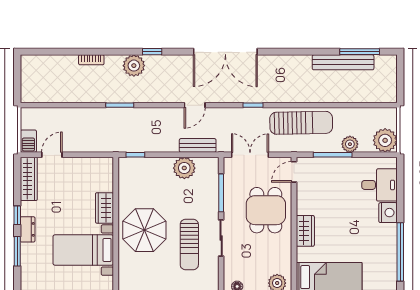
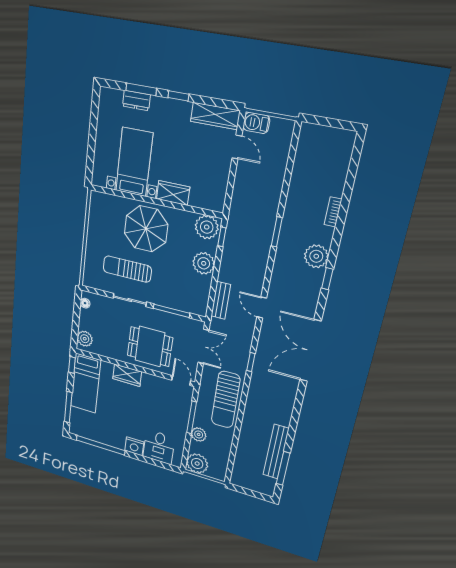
plant: (184, 168) -> (204, 263), moved
plant: (130, 171) -> (207, 227), added
dresser: (28, 229) -> (136, 100), moved

